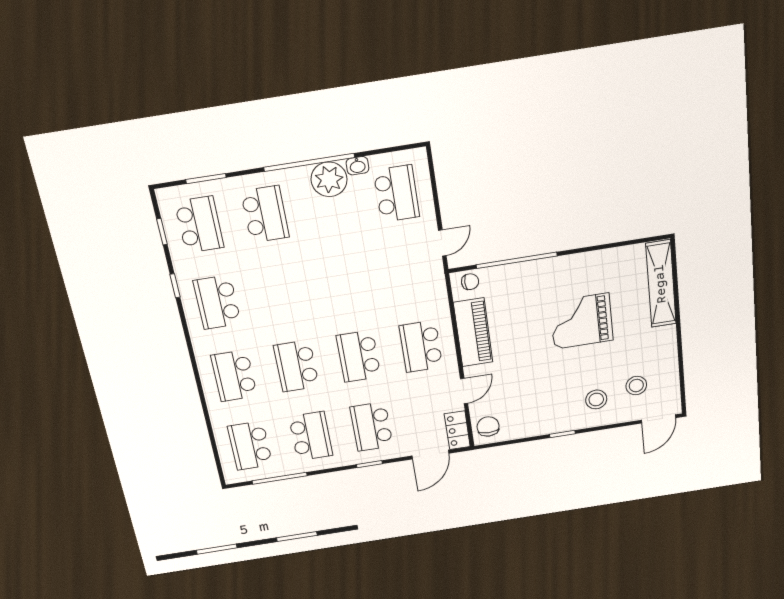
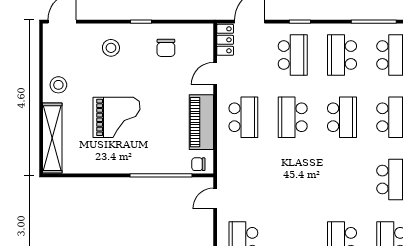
school desk: (359, 356) -> (293, 117), turned 180
stool: (636, 386) -> (58, 85), moved
chair: (488, 426) -> (166, 48), moved

